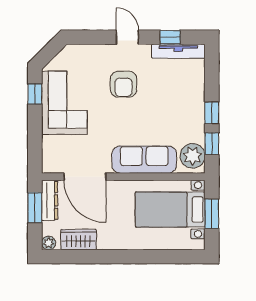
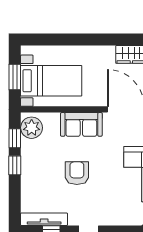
armchair: (124, 84) -> (77, 173), moved
sofa: (144, 160) -> (81, 124), width x0.73

